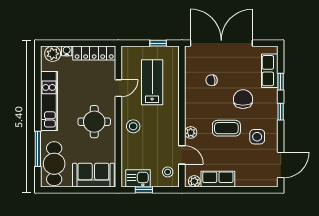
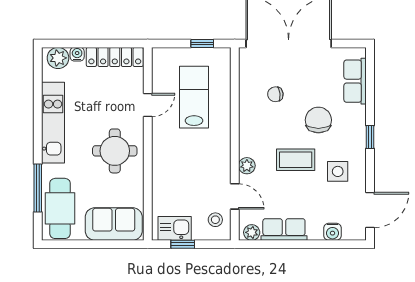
window: (281, 82) -> (370, 96), removed
stool: (133, 126) -> (168, 157), removed
water cooler: (253, 181) -> (333, 232), added

